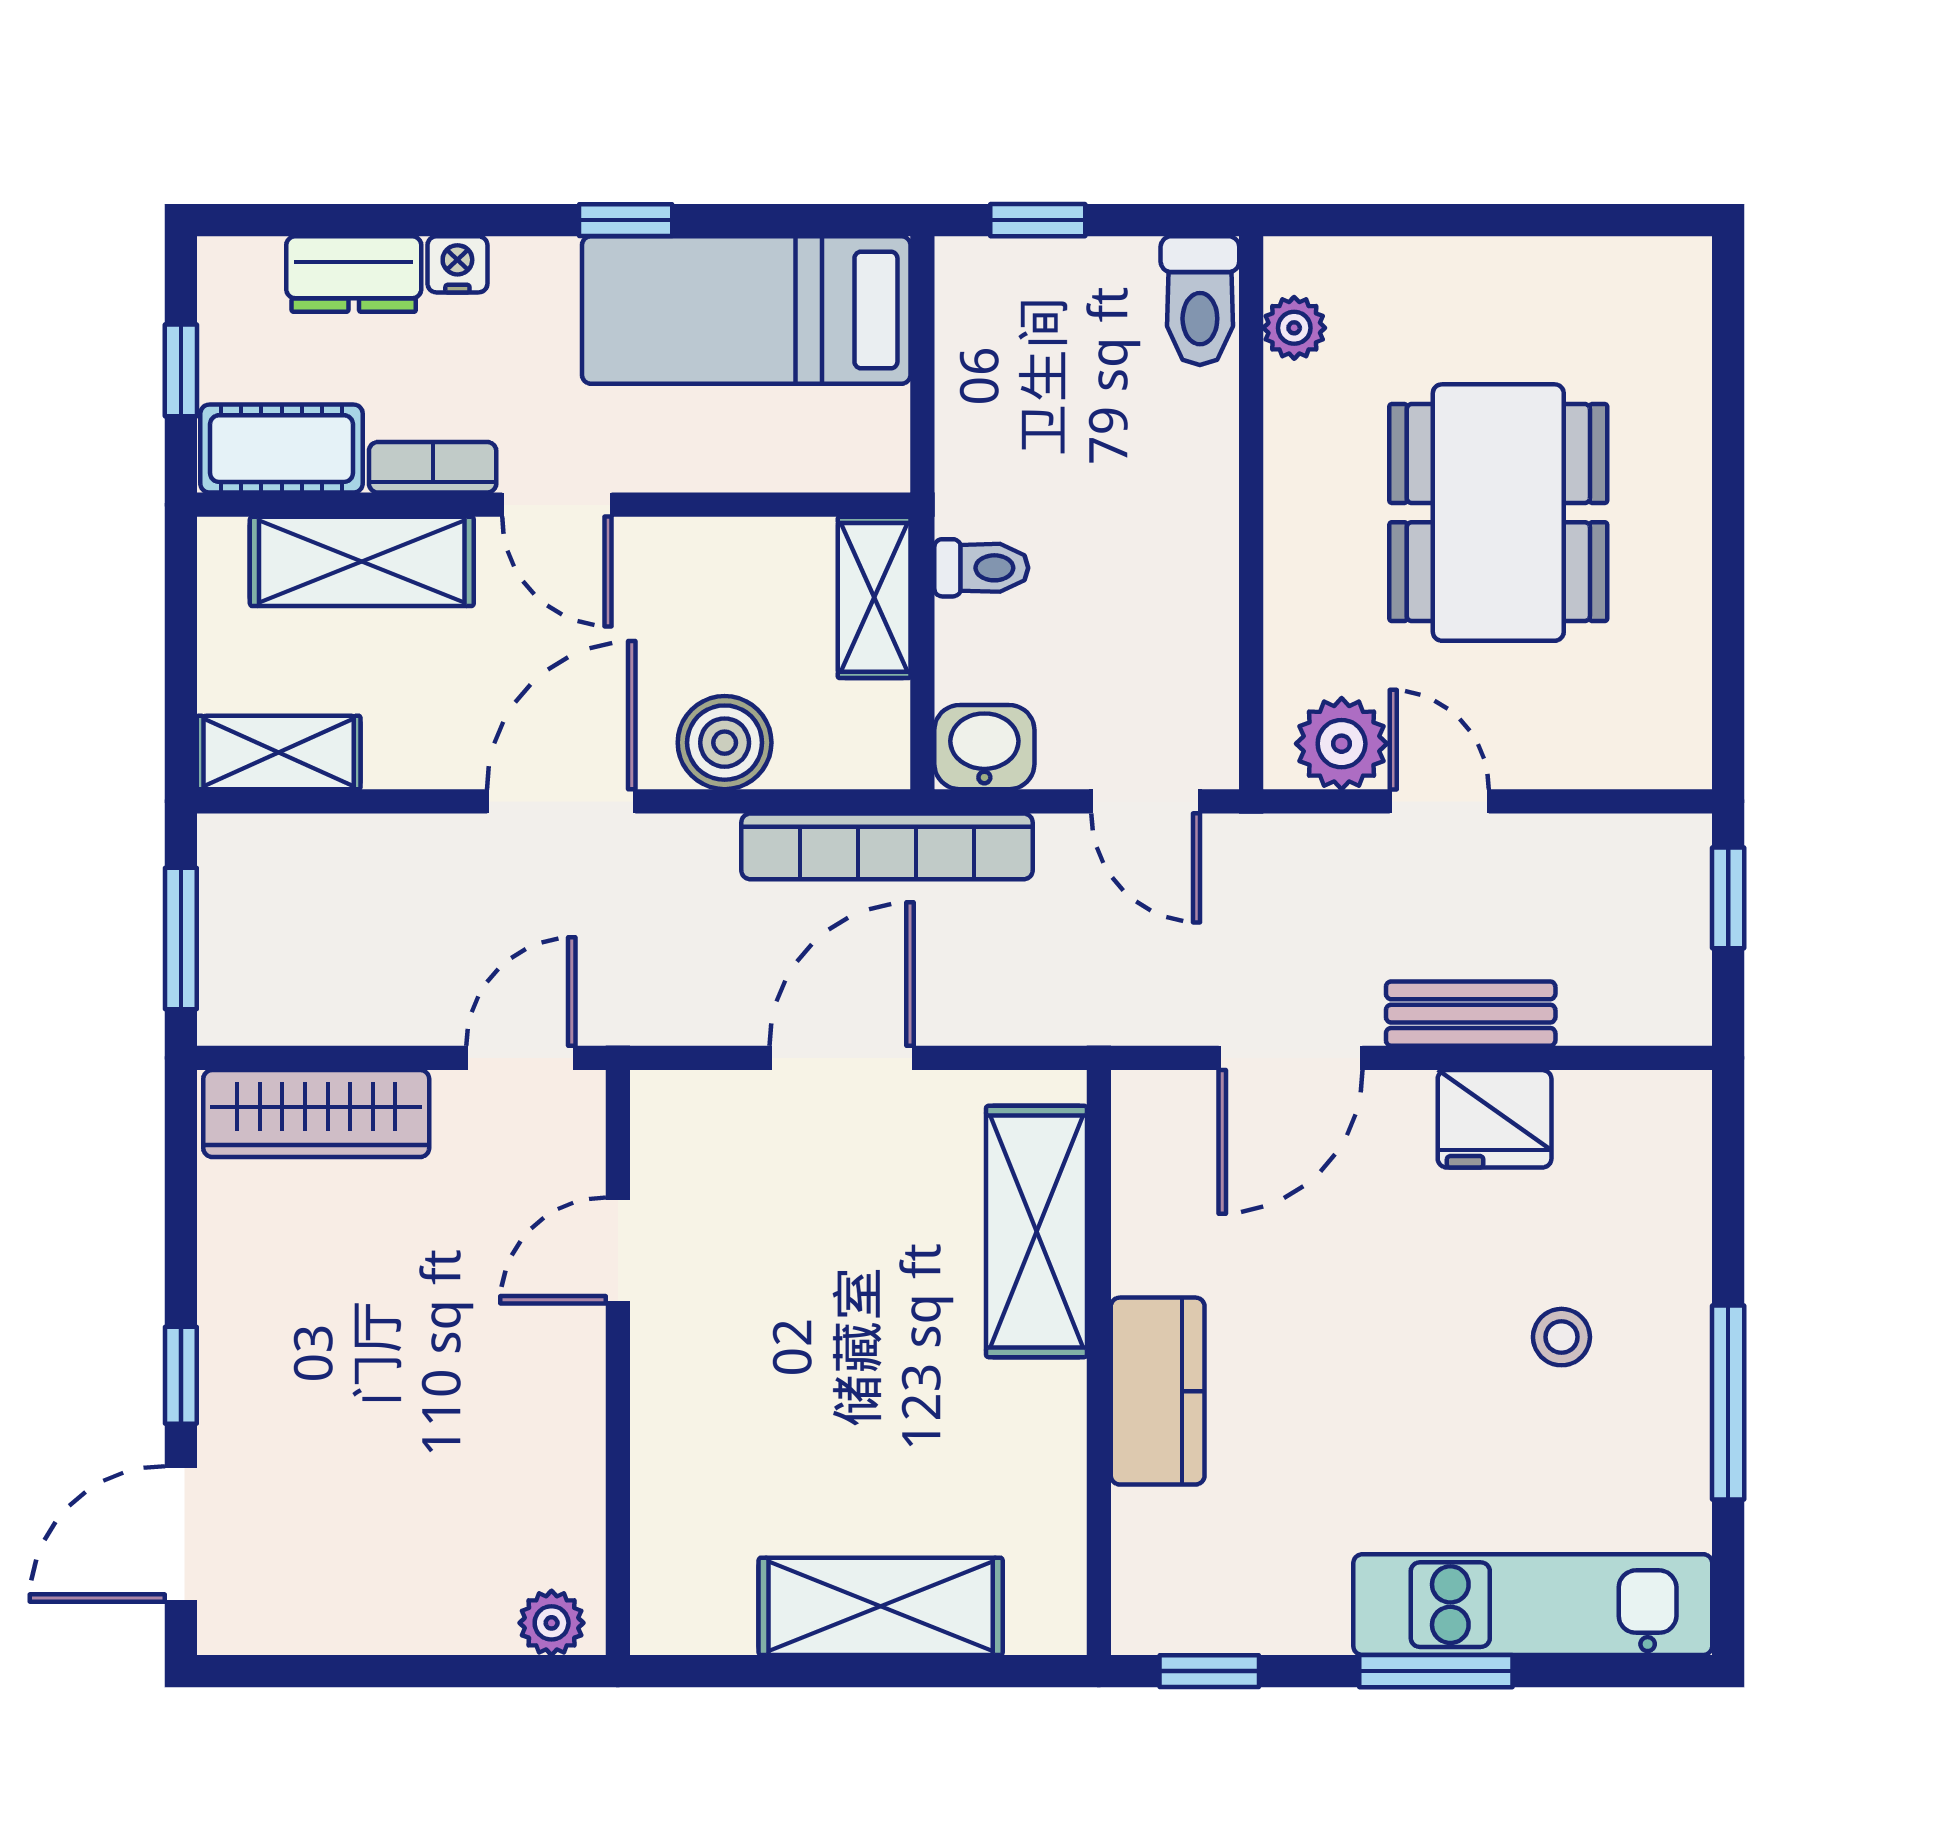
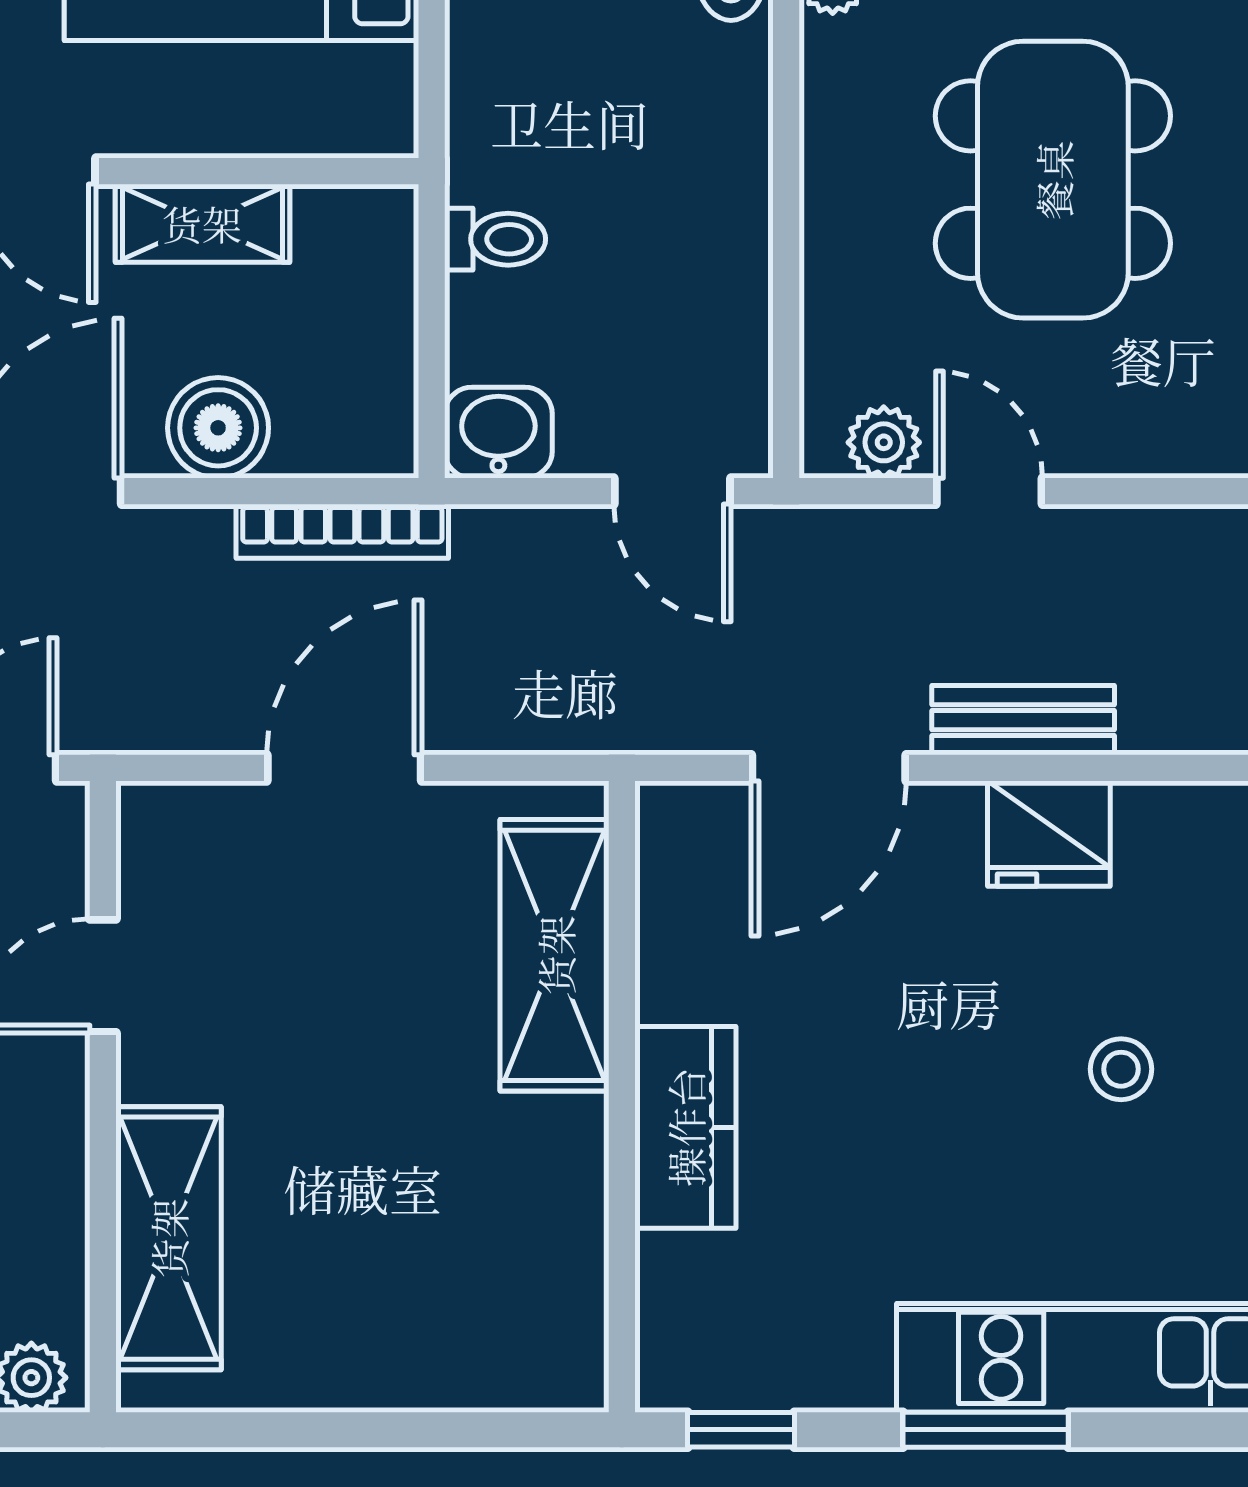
shelving: (874, 597) -> (202, 223), moved, turned 90
plant: (1342, 744) -> (884, 442), width x0.73, depth x0.73
bookcase: (887, 846) -> (342, 531), width x0.68, depth x0.76
shelving: (881, 1606) -> (168, 1238), moved, turned 90

